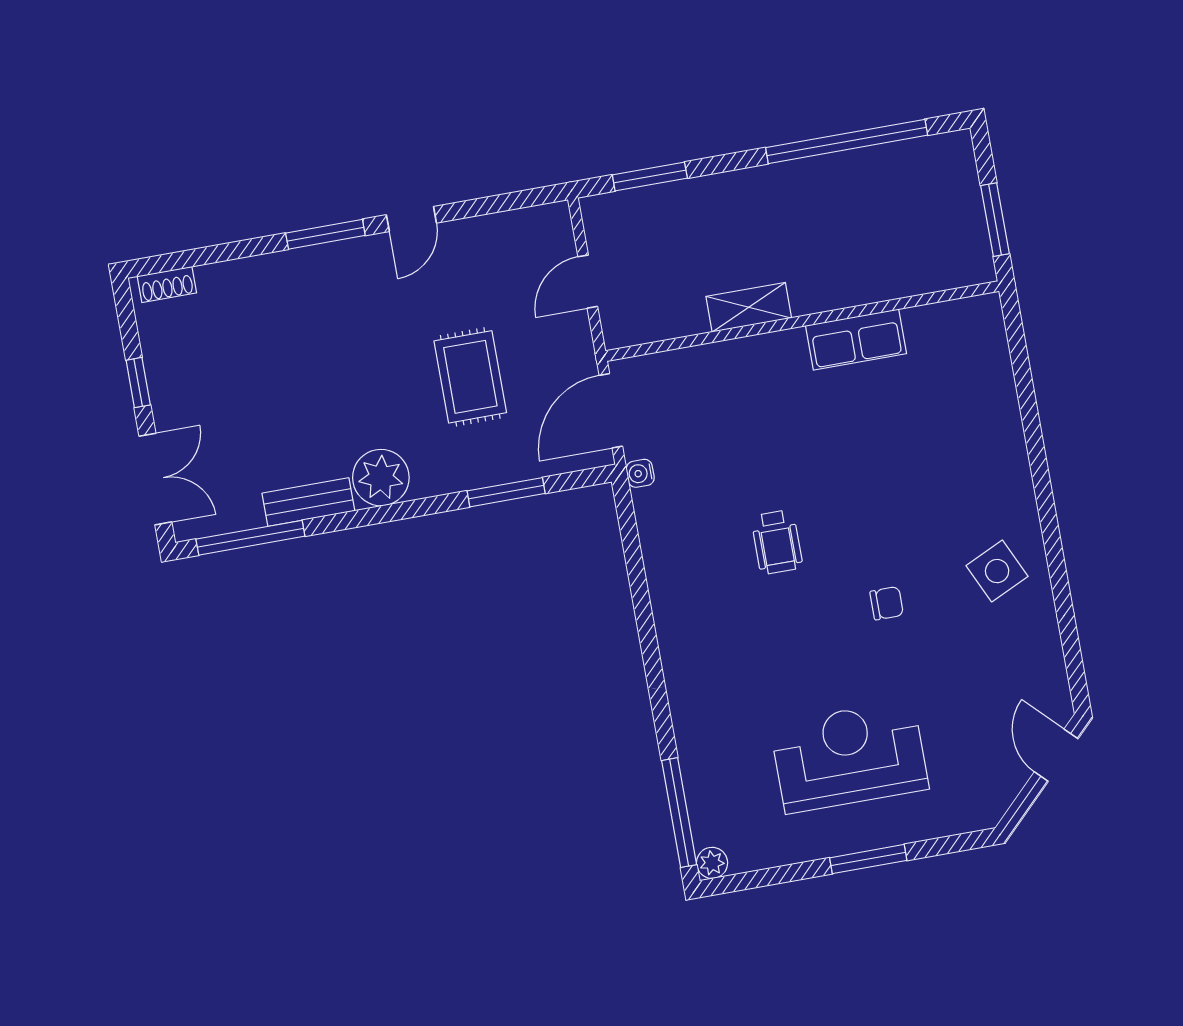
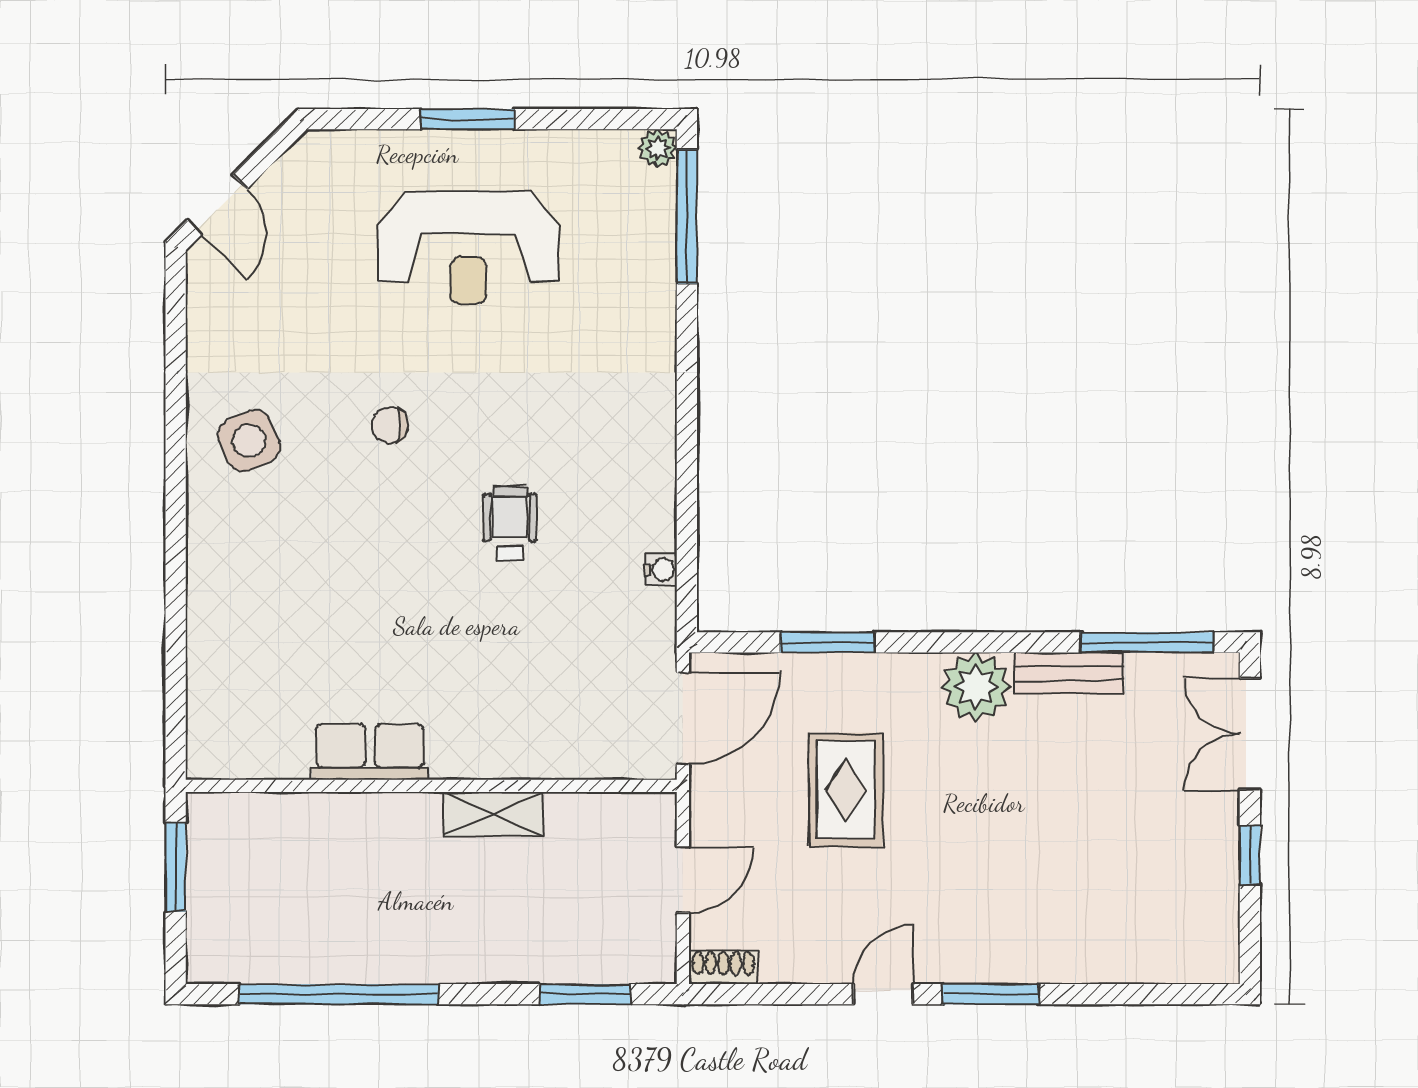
shoe rack: (167, 284) -> (723, 967), moved
water cooler: (640, 473) -> (661, 570), moved

